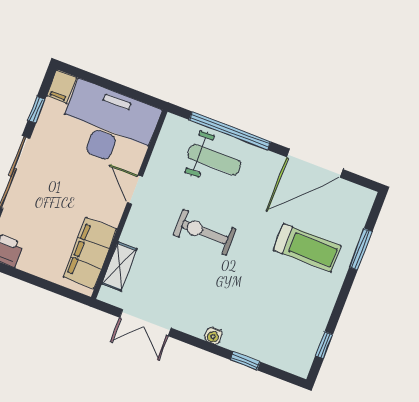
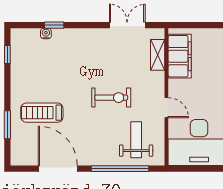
weight bench: (214, 160) -> (136, 140), moved, turned 90
door: (315, 163) -> (58, 169), hinge flipped
water cooler: (213, 336) -> (46, 34), moved

